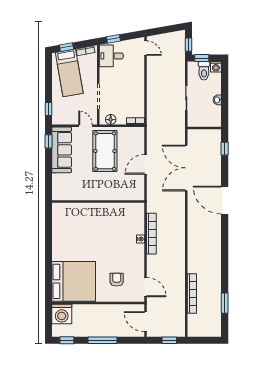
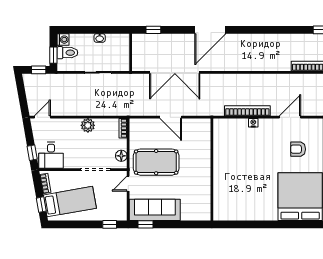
plant: (138, 89) -> (88, 125), added
door: (146, 287) -> (290, 117), moved

